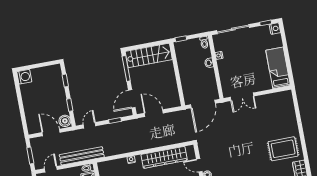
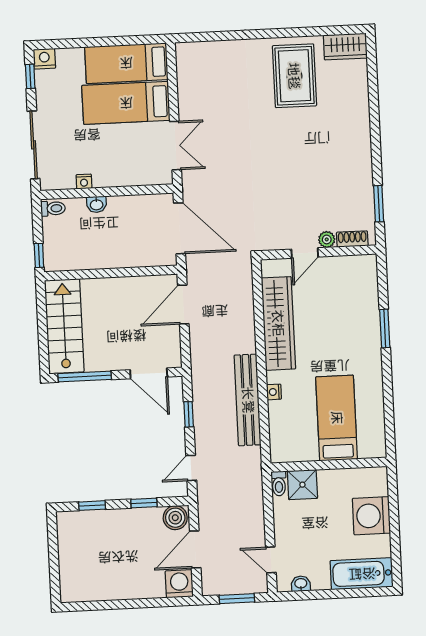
bed: (259, 70) -> (126, 103), added
washing machine: (24, 77) -> (179, 584), moved
door: (154, 113) -> (183, 304), moved
door: (90, 125) -> (191, 468), hinge flipped
bench: (82, 156) -> (248, 400), moved

